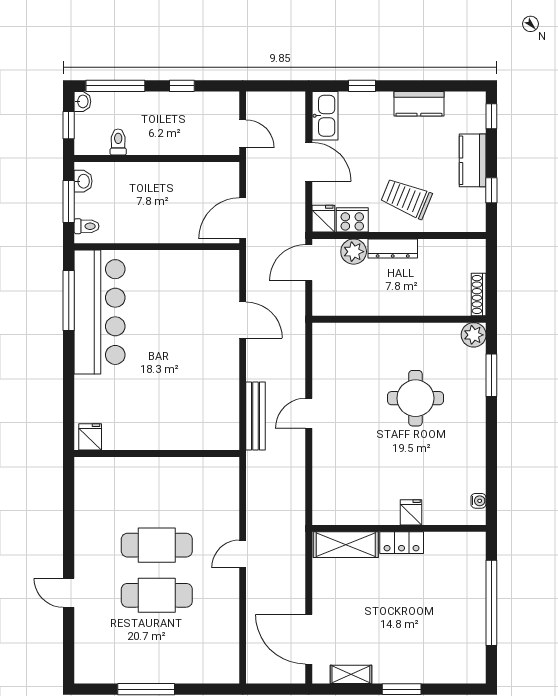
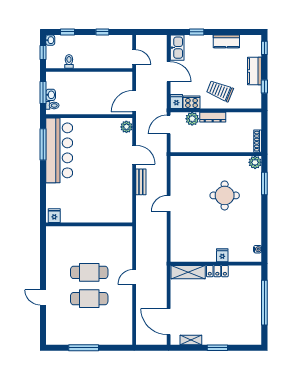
window: (115, 86) -> (67, 32), width x0.46
washbasin: (83, 181) -> (51, 95), moved
plant: (228, 267) -> (126, 127), added
bench: (256, 416) -> (141, 182), moved, width x0.73

